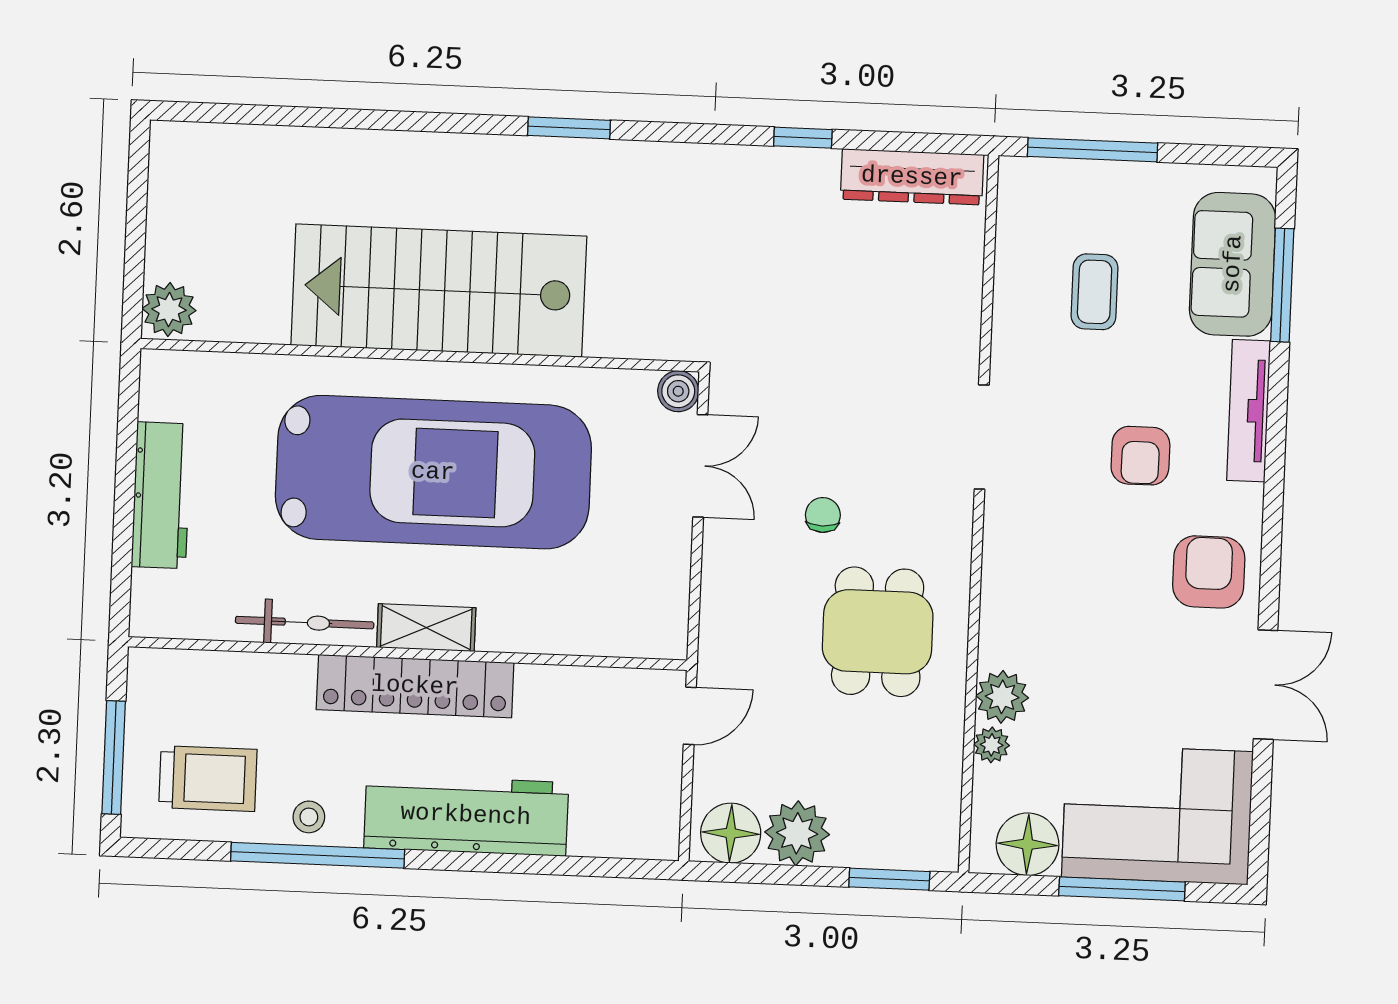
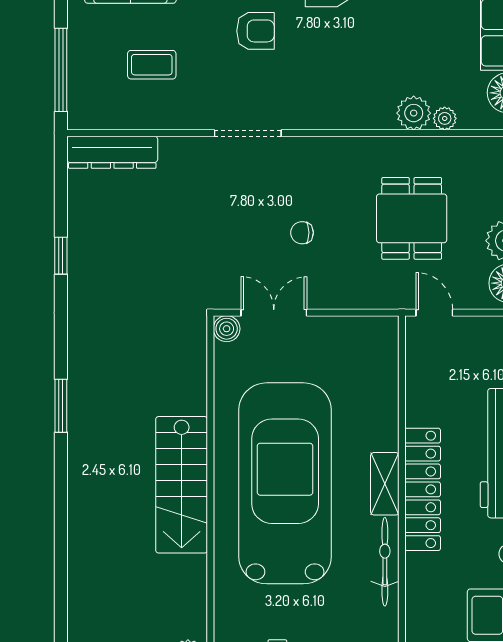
dresser: (912, 177) -> (112, 152), moved, turned 90
stairs: (439, 291) -> (182, 485), width x0.73, depth x0.66
dining table: (878, 632) -> (412, 218), moved, turned 90

